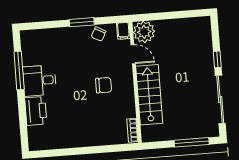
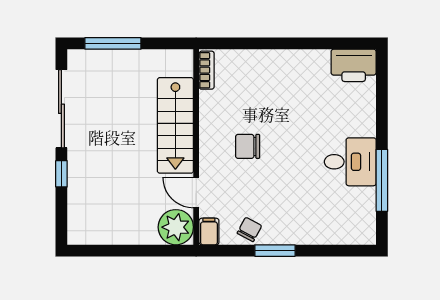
printer: (36, 111) -> (354, 65), moved, turned -90

